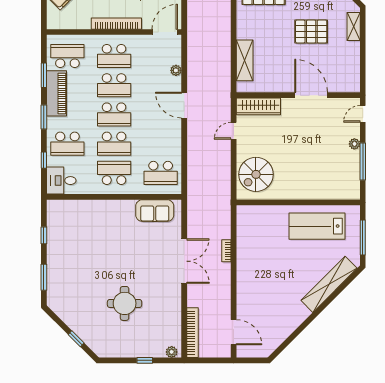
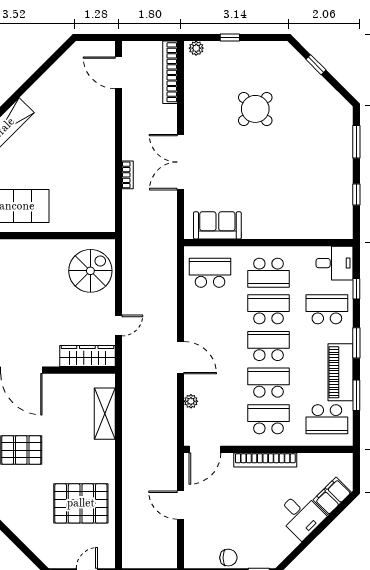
round table: (125, 303) -> (255, 109), turned 45

